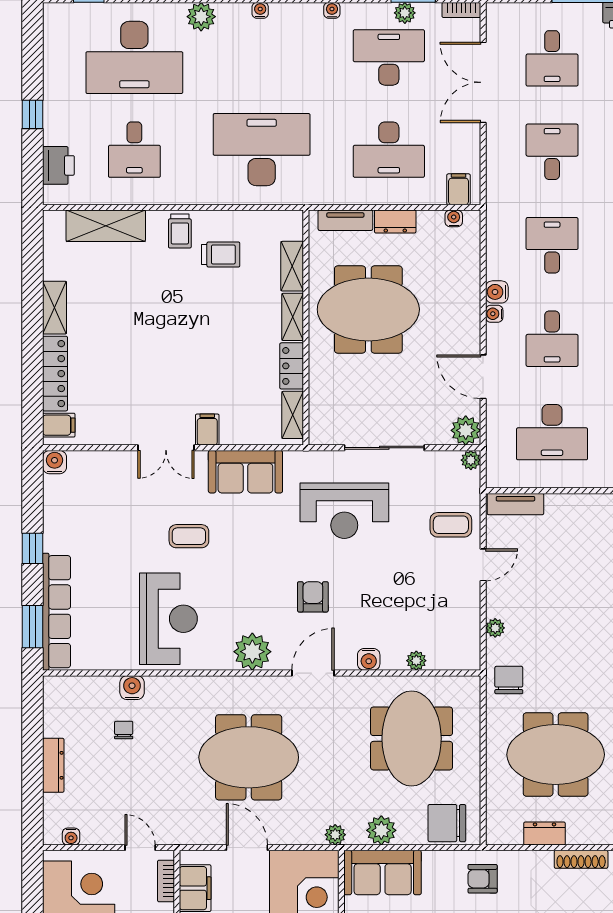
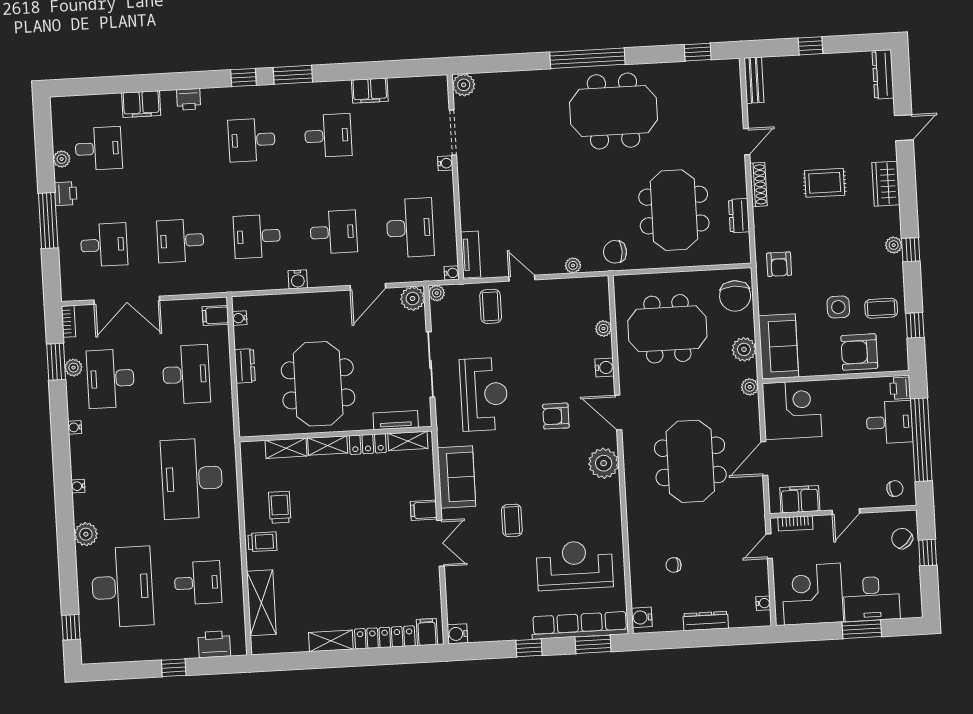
tv unit: (345, 220) -> (396, 420), moved, turned -90
water cooler: (494, 314) -> (452, 273), moved, turned -90
reception desk: (168, 619) -> (575, 565), moved
water cooler: (132, 688) -> (642, 617), moved

